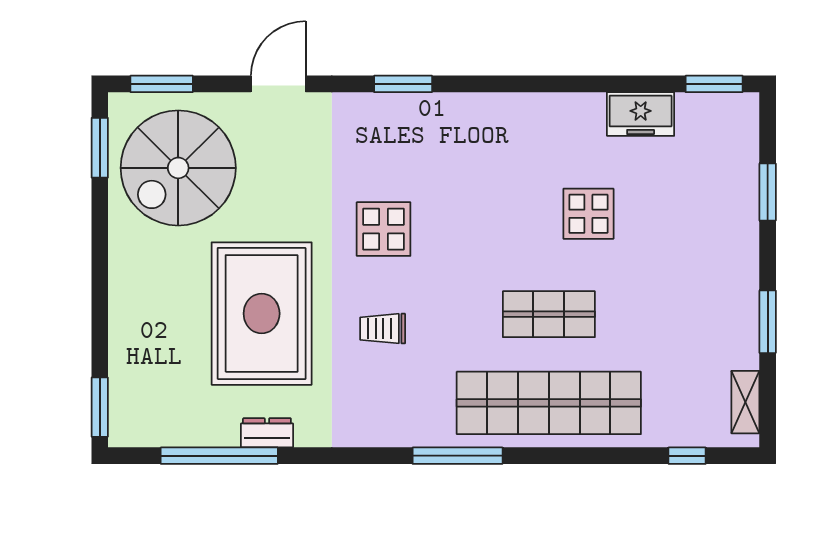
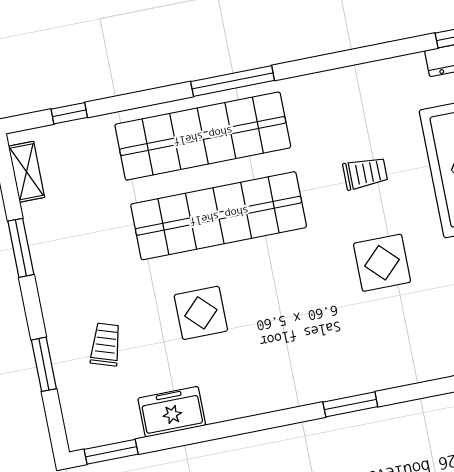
window: (403, 84) -> (350, 404), moved
trolley: (697, 200) -> (106, 344), added
shop shelf: (549, 314) -> (219, 216), width x2.00, depth x1.36
window: (458, 456) -> (233, 81), moved

